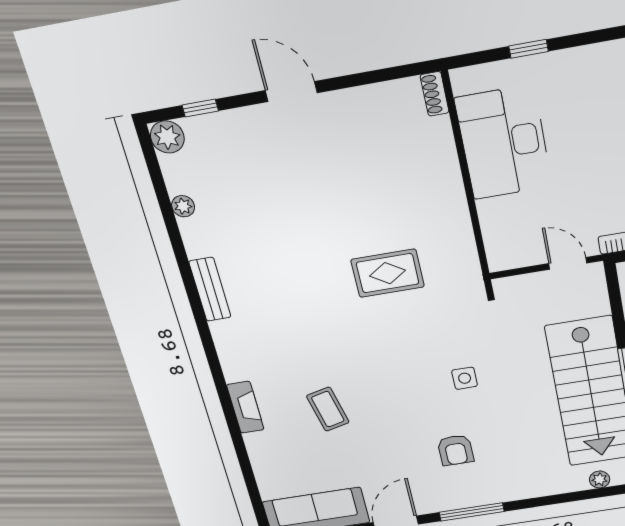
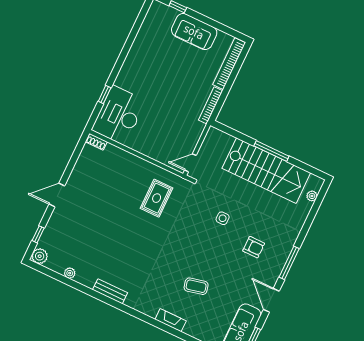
desk: (504, 143) -> (119, 115), moved, turned 90
door: (568, 263) -> (190, 163), moved
rug: (388, 273) -> (157, 198), moved

